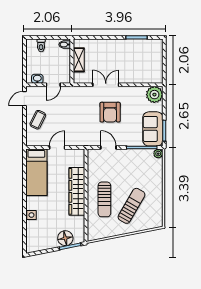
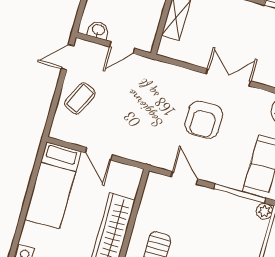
double door: (106, 85) -> (228, 77), moved
door: (57, 148) -> (99, 154), swing flipped

